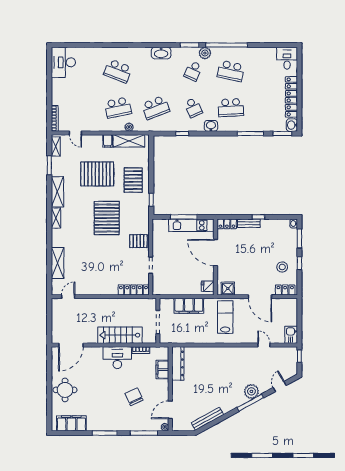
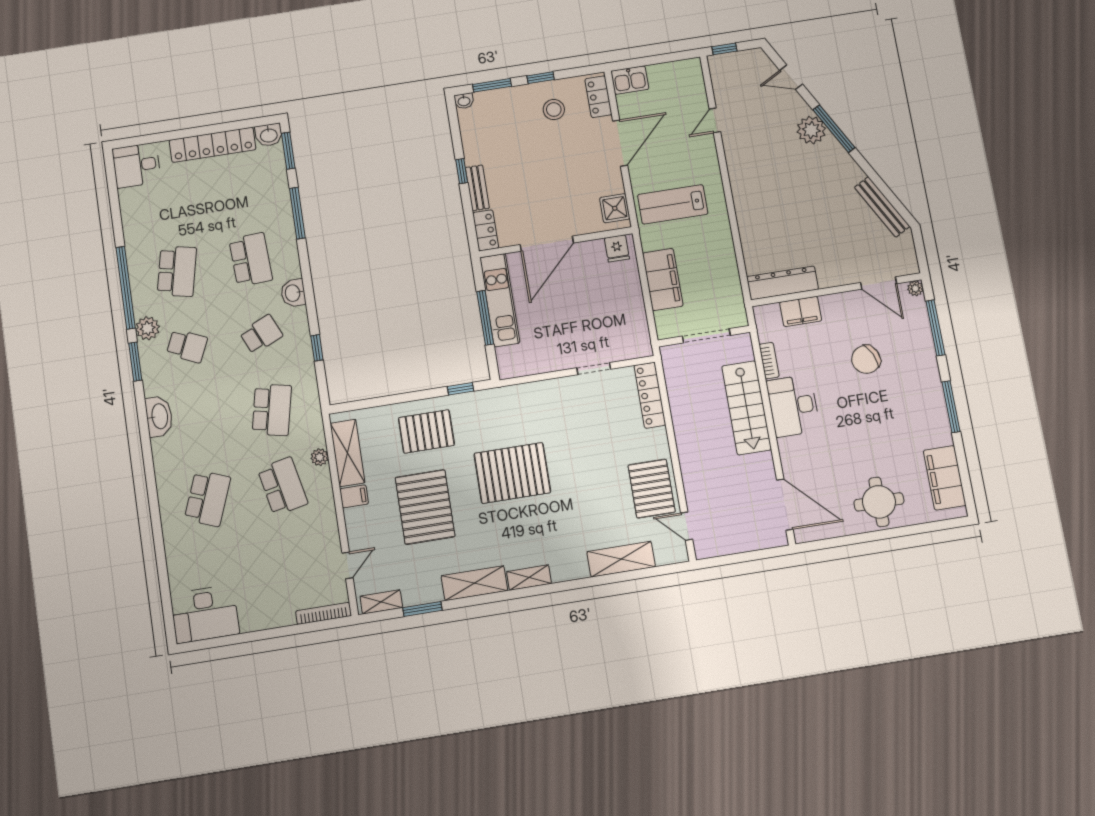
school desk: (156, 108) -> (272, 410), turned 33
pallet: (138, 241) -> (652, 489), moved, width x1.50, depth x1.42
kitchen sink: (291, 335) -> (630, 80), moved

